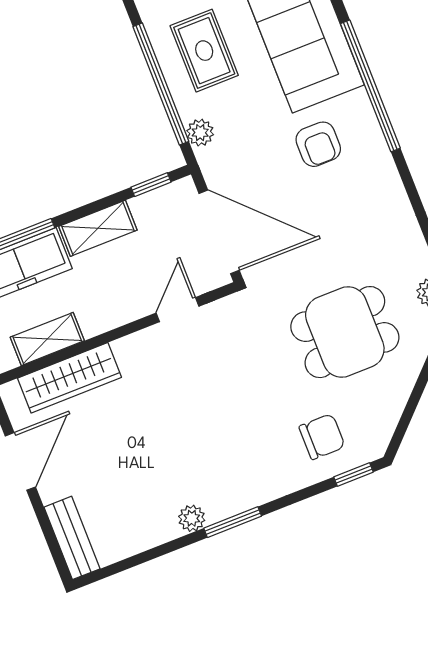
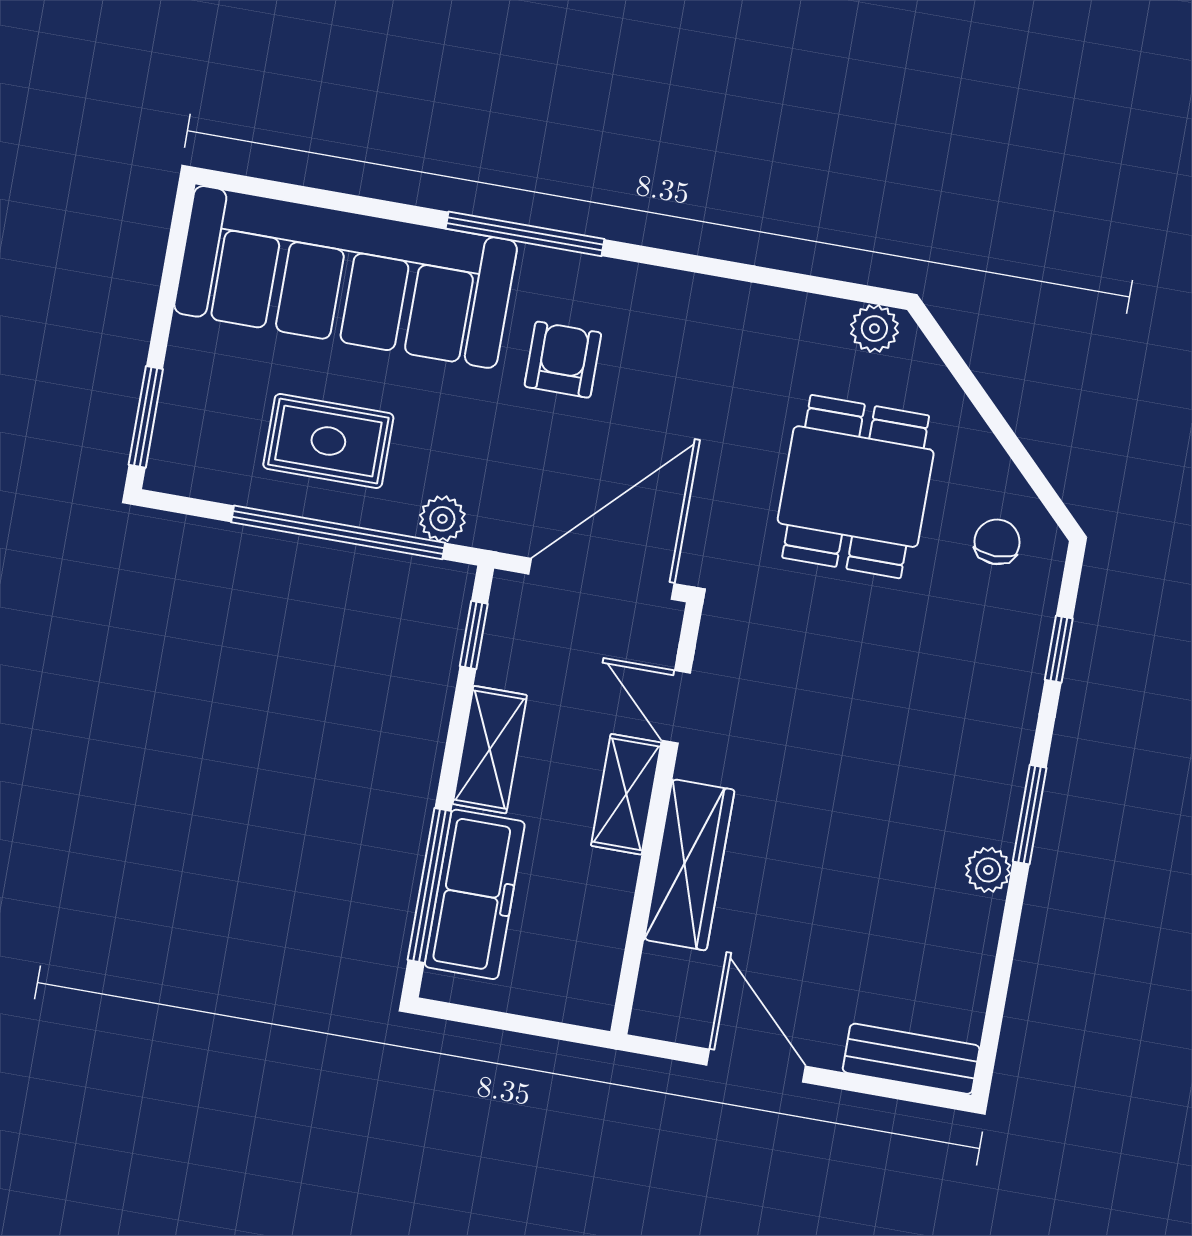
window: (370, 86) -> (525, 234), width x0.68
armchair: (318, 144) -> (563, 360), turned -90
shelving: (47, 339) -> (626, 794), moved
wardrobe: (69, 378) -> (689, 865), moved
chair: (322, 437) -> (997, 542), moved, width x0.73, depth x0.73
window: (353, 475) -> (1059, 649), moved

